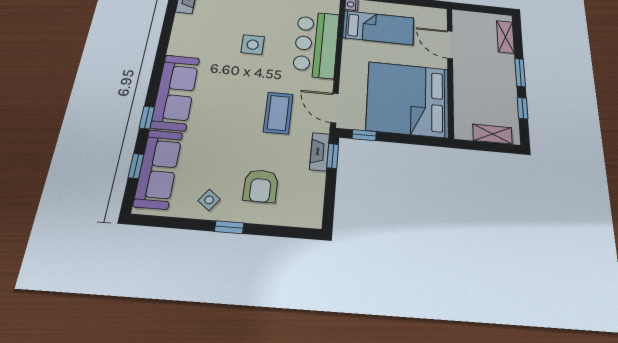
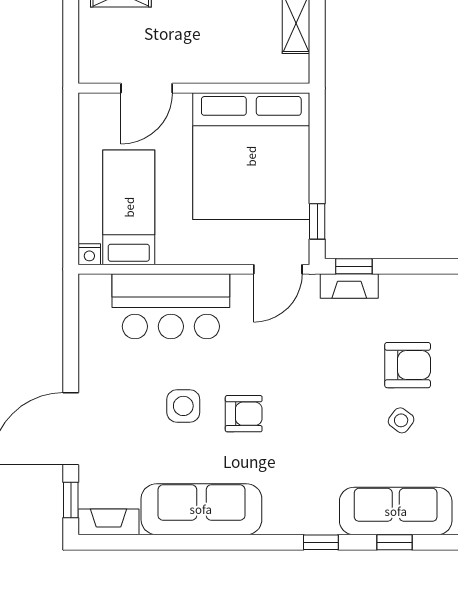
armchair: (242, 79) -> (244, 414), added
sofa: (175, 92) -> (201, 509), moved
coffee table: (278, 113) -> (294, 353), removed
side table: (209, 200) -> (401, 420), moved

